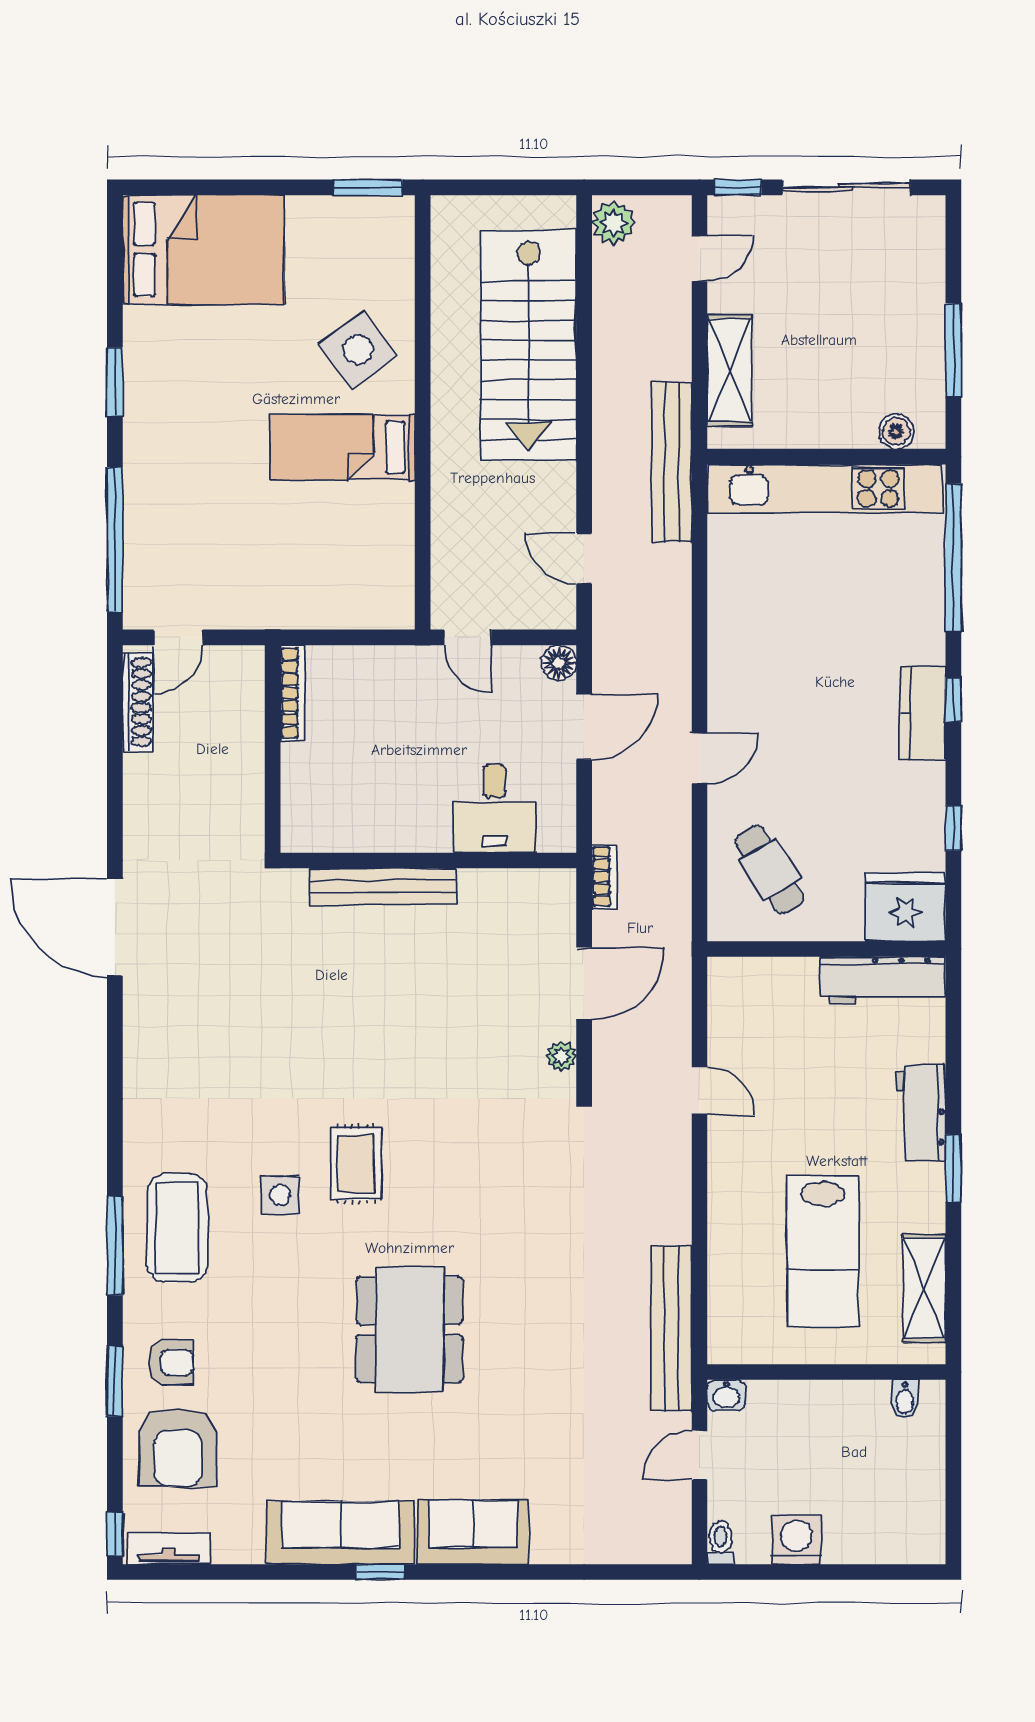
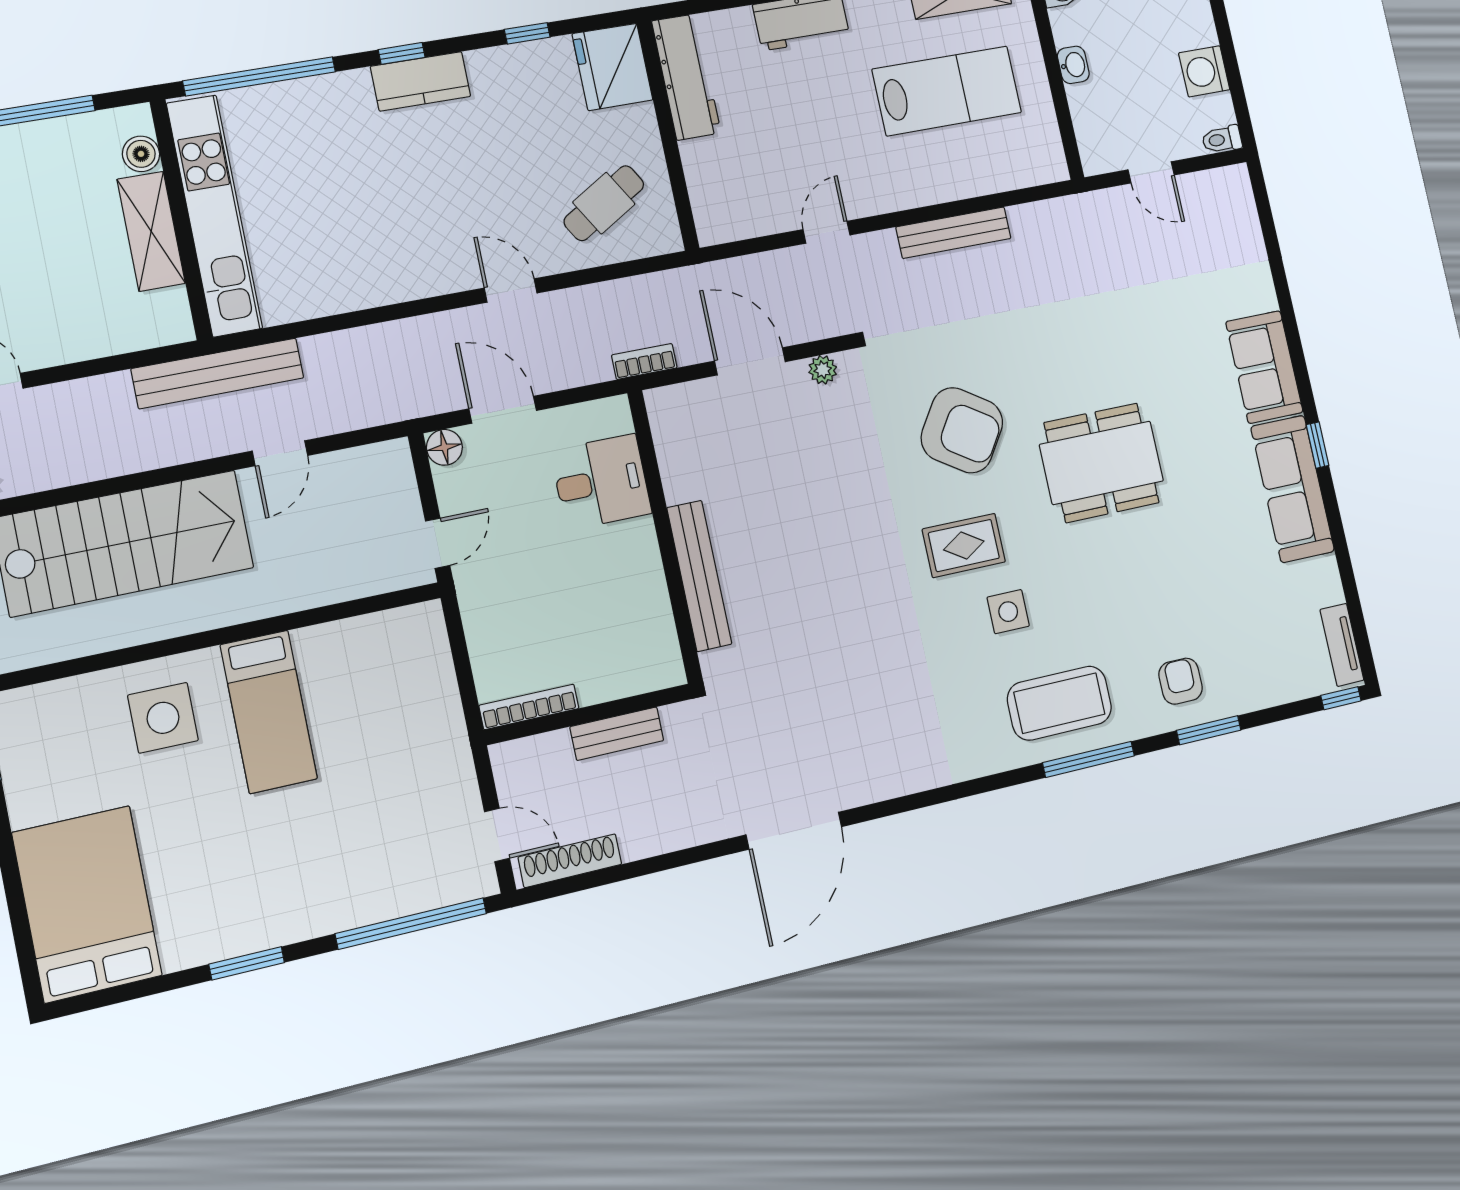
side table: (358, 350) -> (163, 718), turned 37
shelving: (730, 370) -> (151, 231), moved, turned 90
door: (584, 558) -> (280, 453), moved
bench: (248, 773) -> (617, 734), added
bench: (671, 1328) -> (954, 233), moved, width x0.73, depth x0.82
washbasin: (726, 1395) -> (1073, 65), moved
armchair: (178, 1447) -> (962, 430), moved, turned 33

